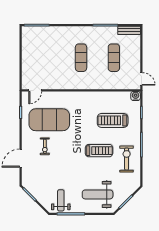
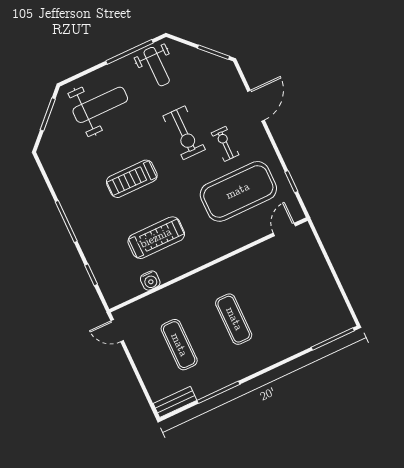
water cooler: (136, 96) -> (150, 281), moved
treadmill: (113, 120) -> (156, 238), moved
exercise bike: (127, 159) -> (184, 133), moved

